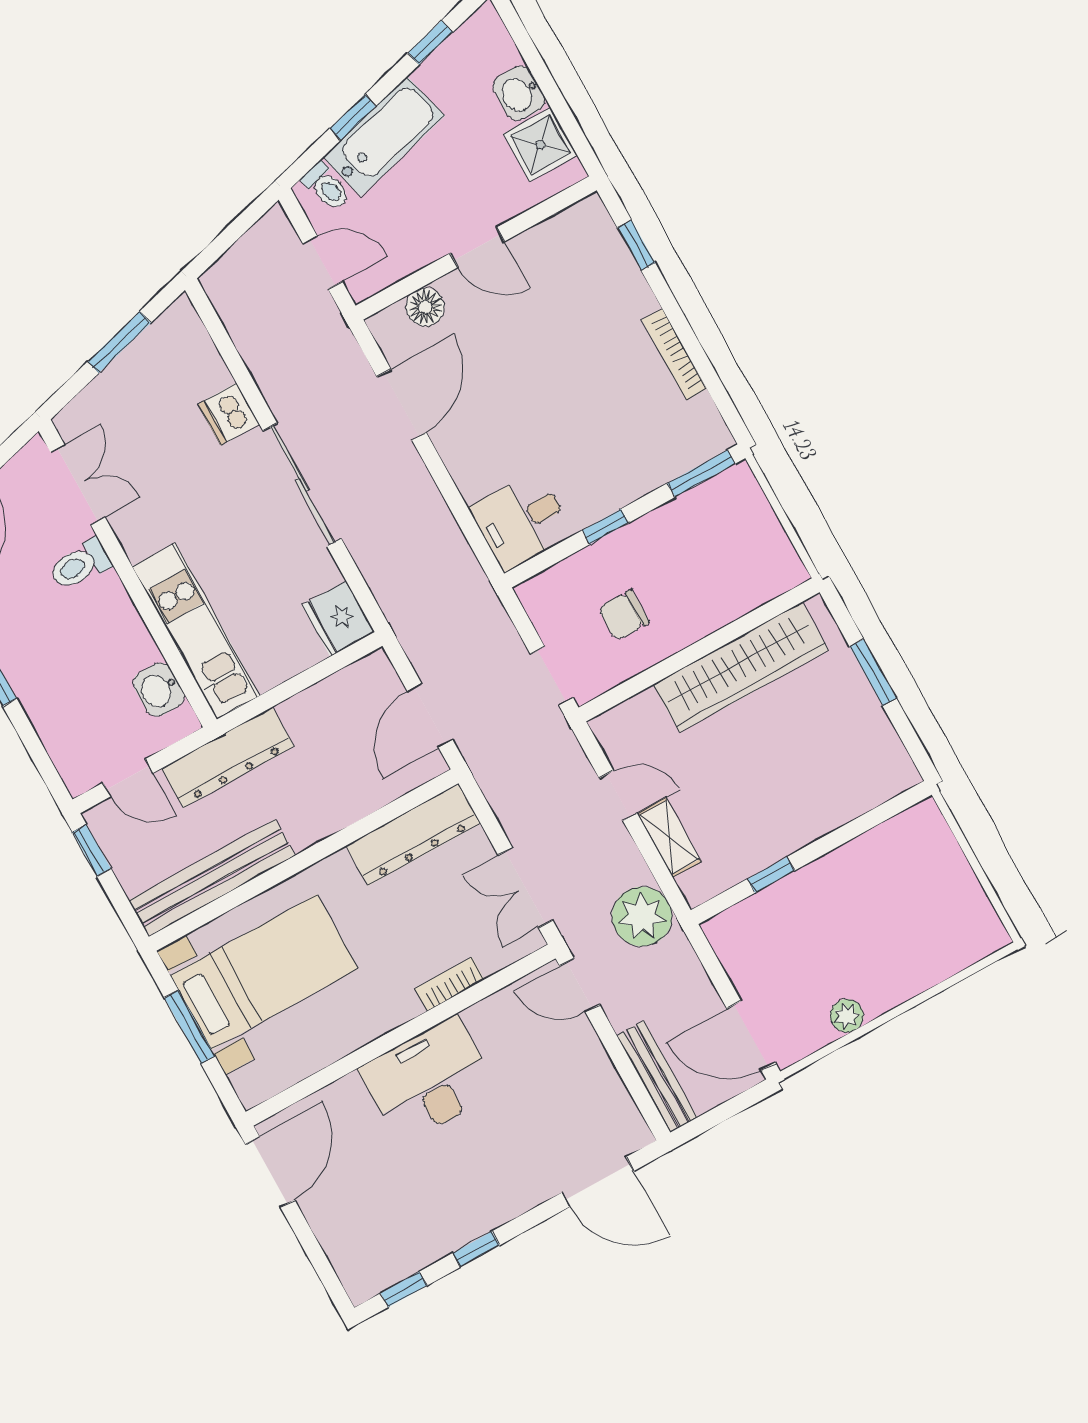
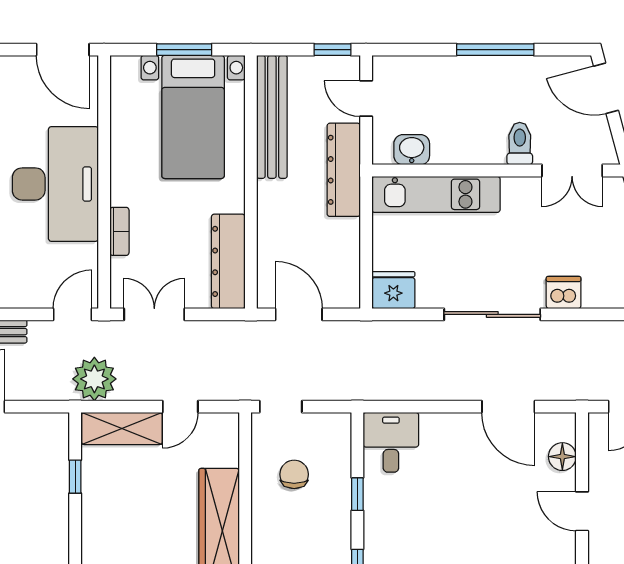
door: (477, 247) -> (582, 511), hinge flipped
door: (128, 778) -> (366, 99), hinge flipped
shelving: (669, 838) -> (122, 428), width x1.50, depth x1.33
desk: (429, 1080) -> (55, 184), width x1.36, depth x1.30

